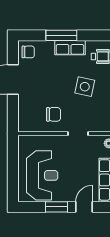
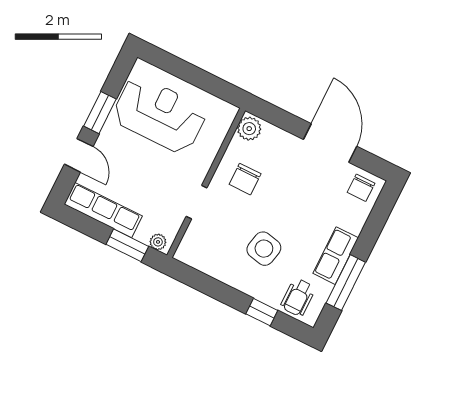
window: (61, 35) -> (346, 283), moved
plant: (26, 125) -> (249, 129), added
reception desk: (42, 175) -> (159, 115), turned 180

